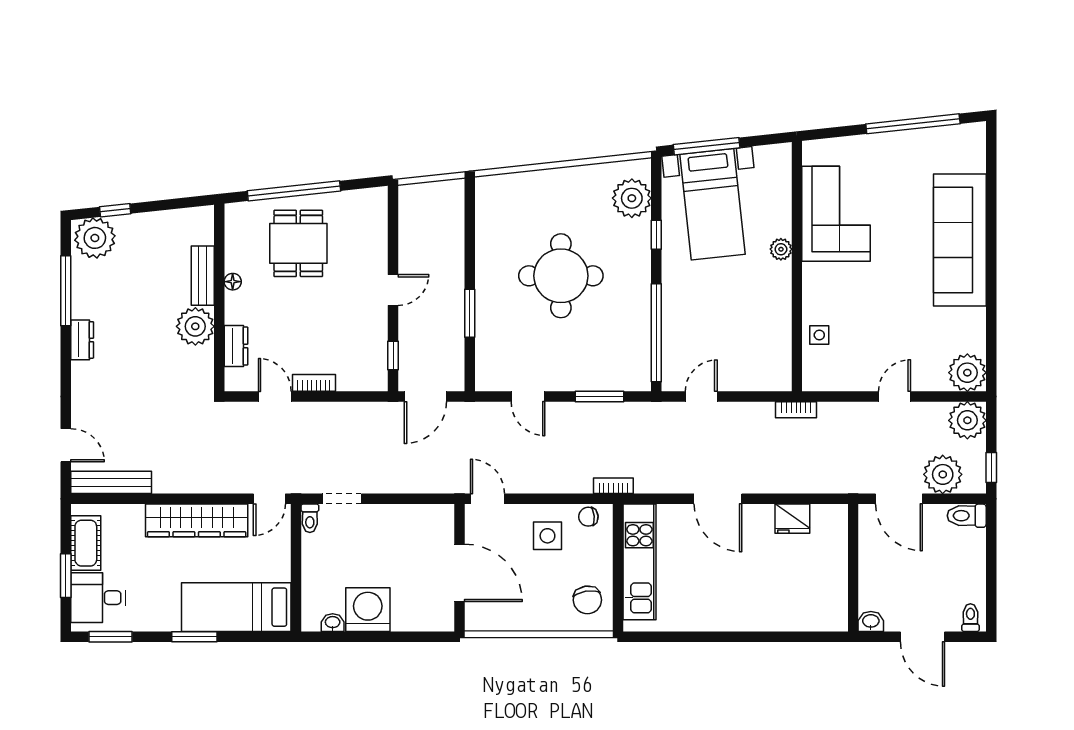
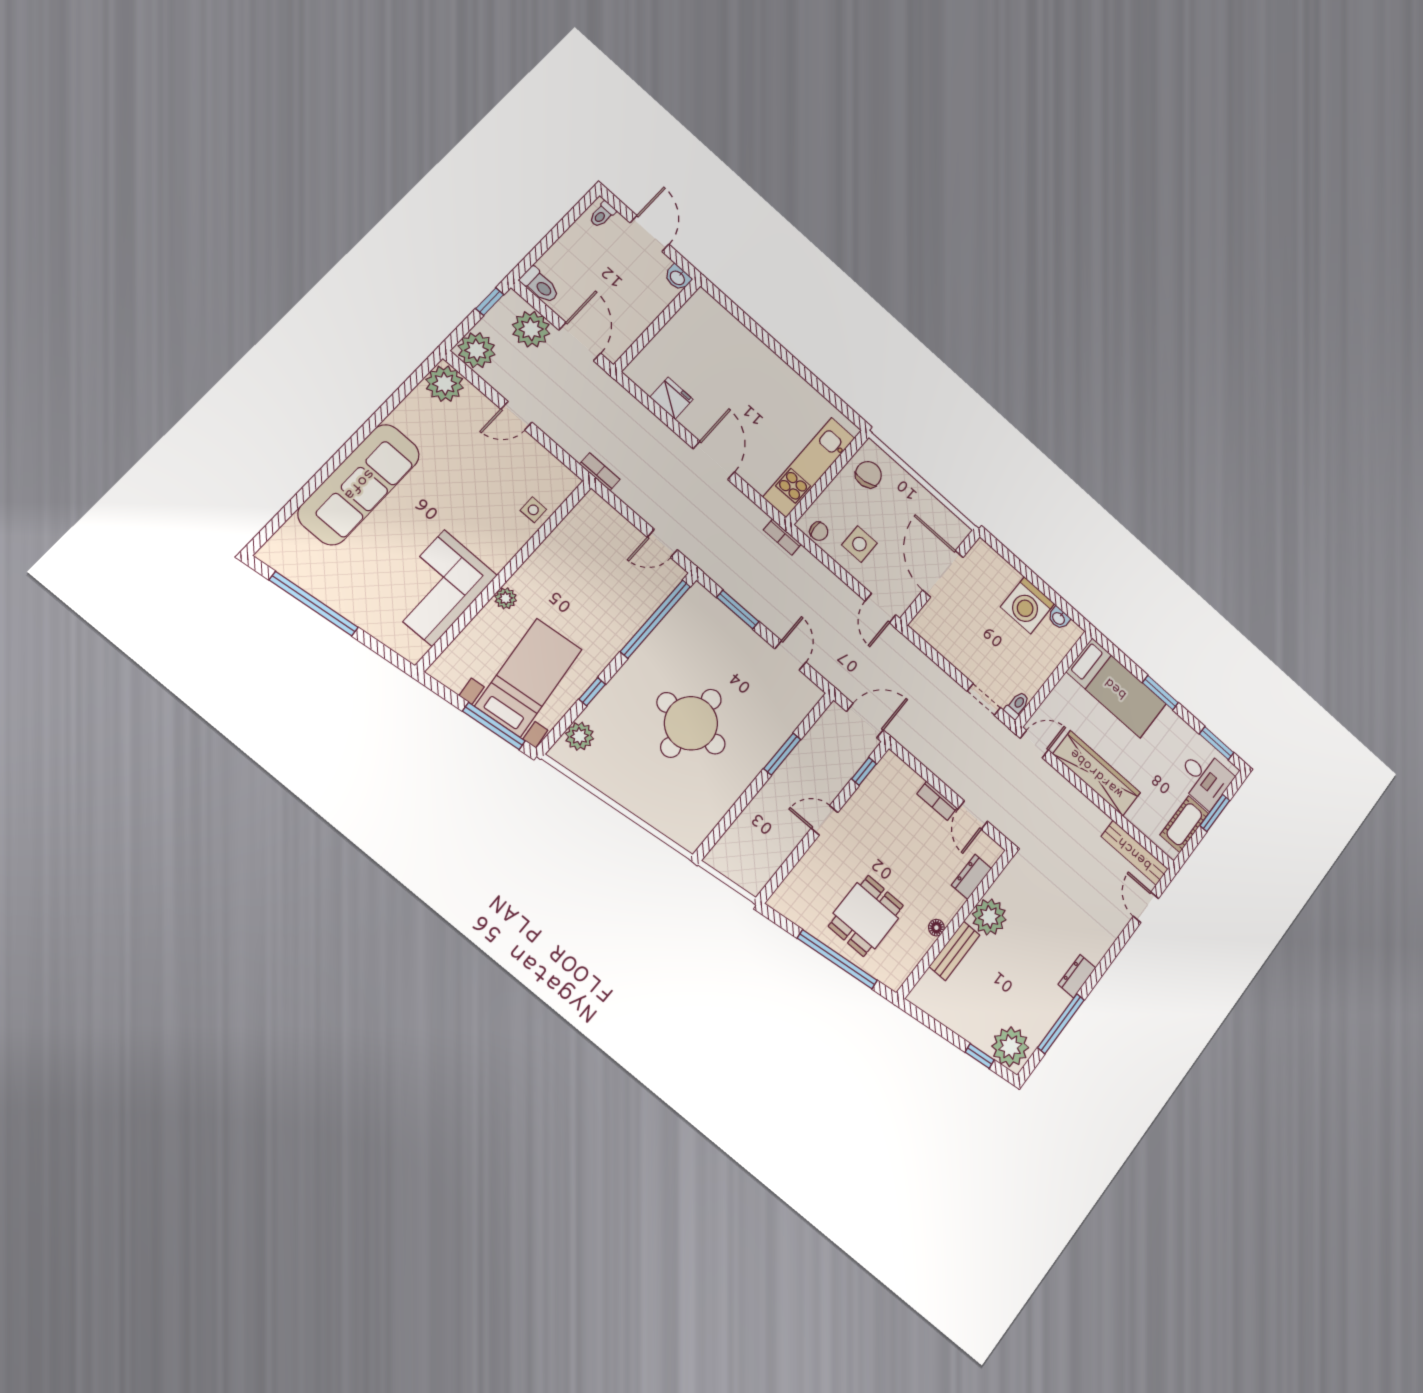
plant: (632, 198) -> (579, 736), width x0.73, depth x0.73

